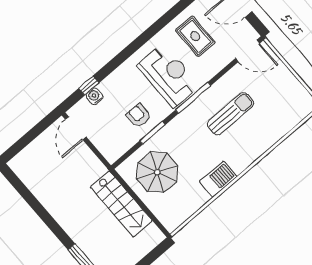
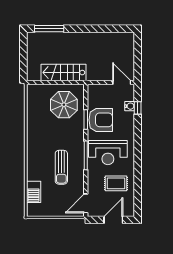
armchair: (139, 116) -> (101, 120), width x1.88, depth x1.88
barbecue: (218, 179) -> (34, 192), moved

